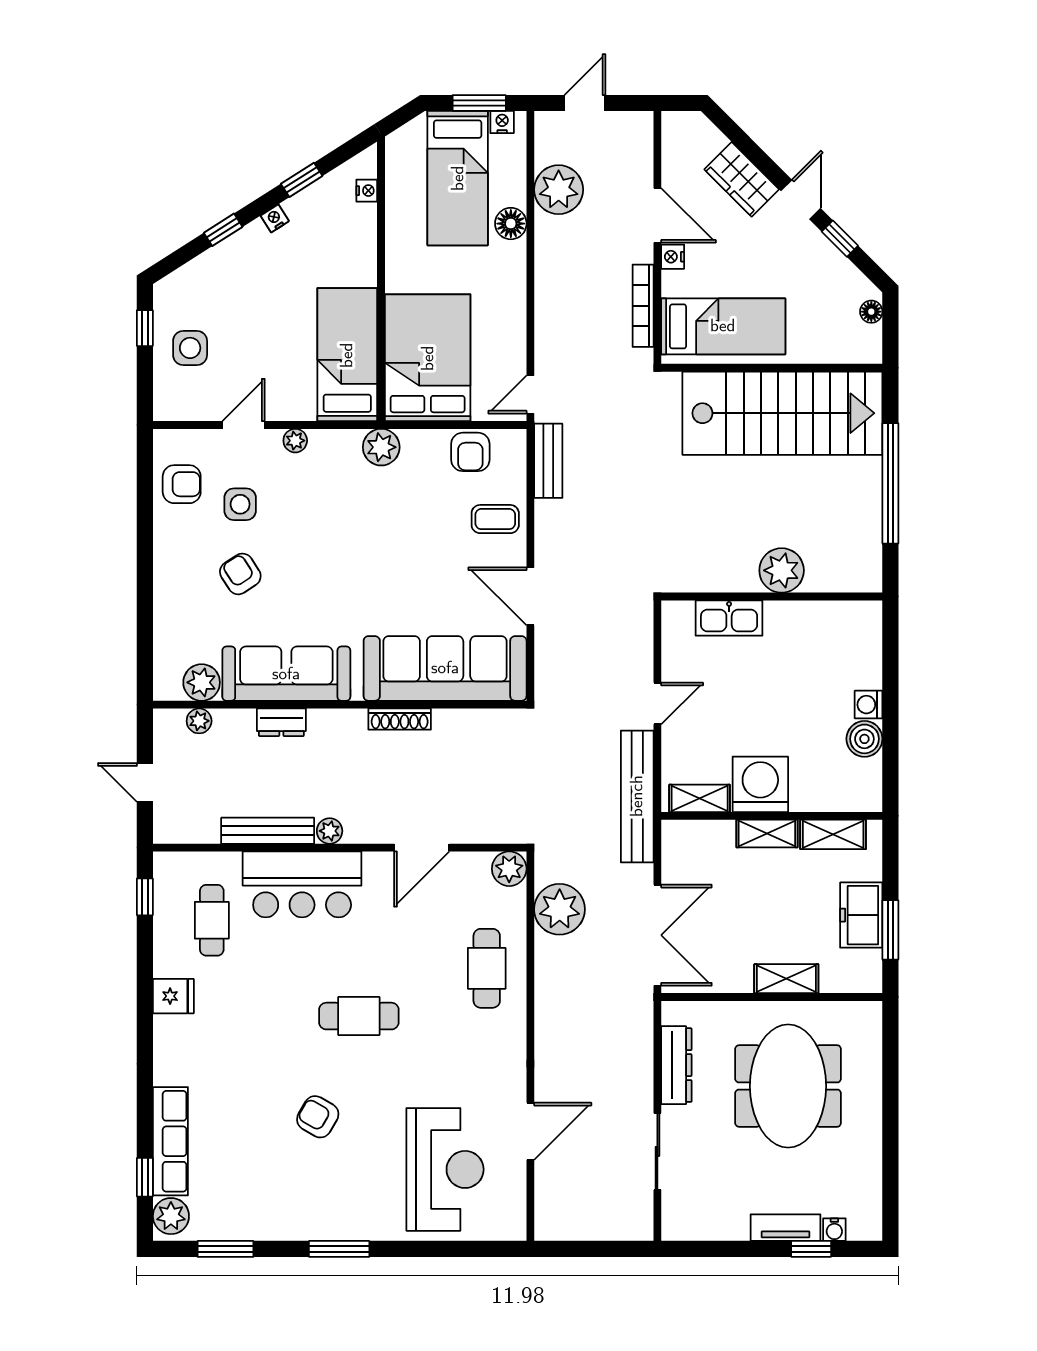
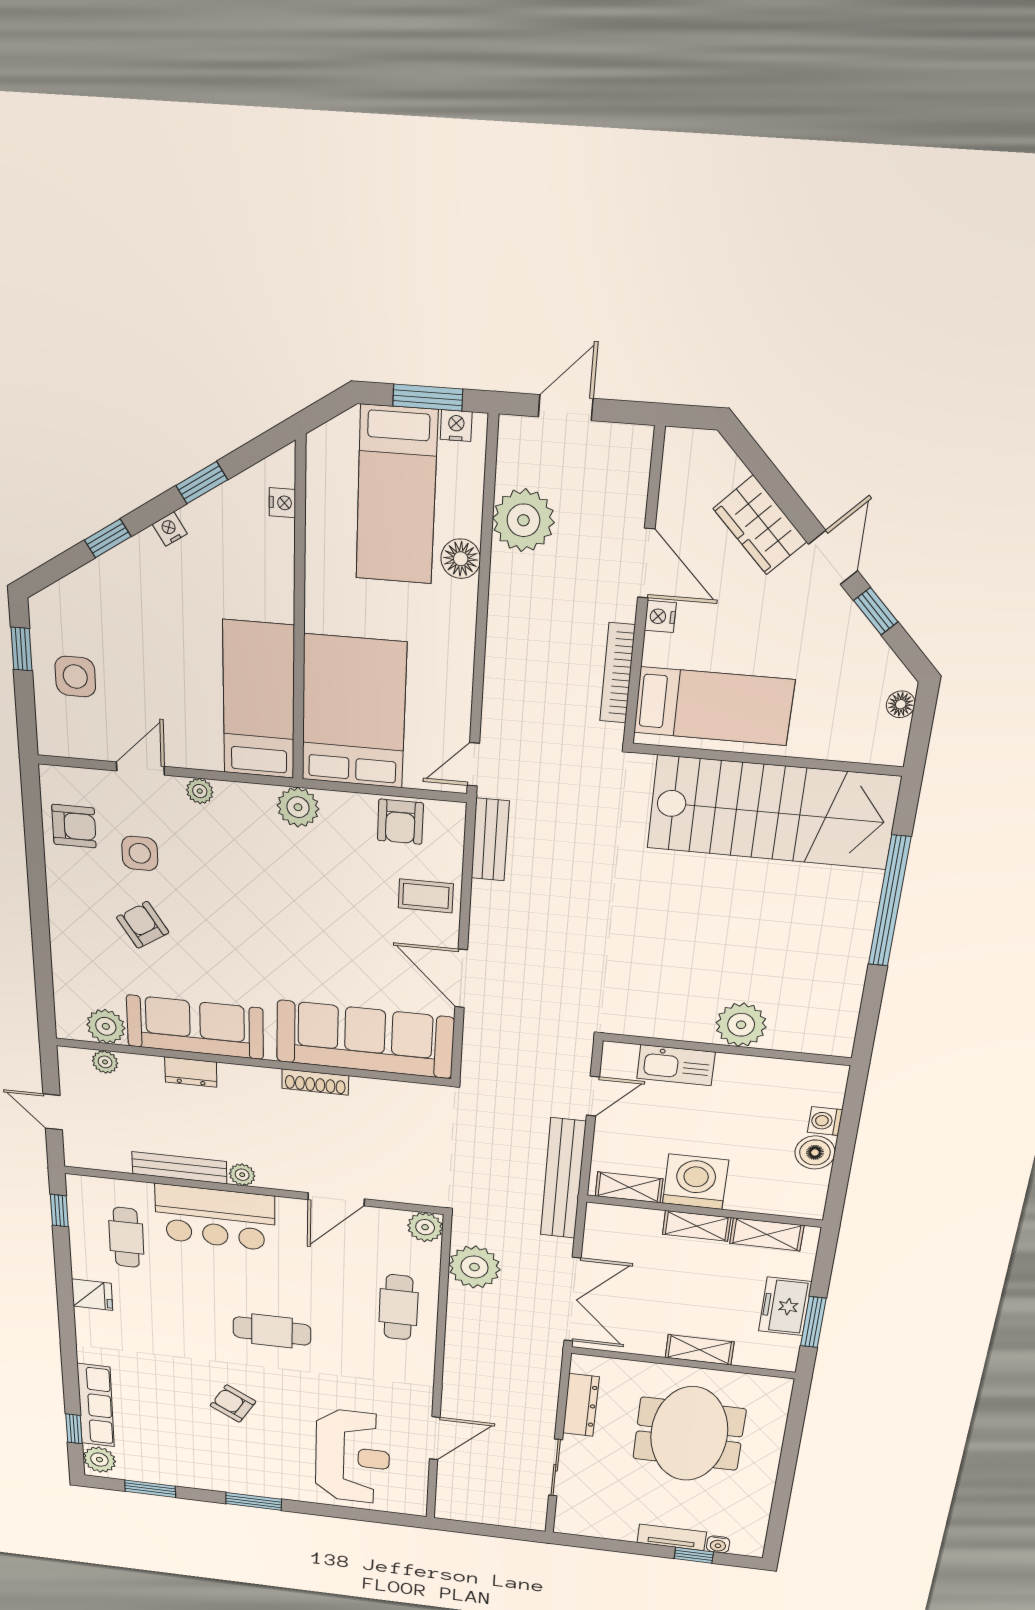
plant: (782, 570) -> (741, 1025), moved
wall: (772, 597) -> (726, 1049), moved
kitchen sink: (729, 618) -> (676, 1065), moved

